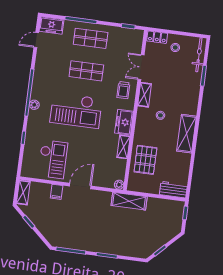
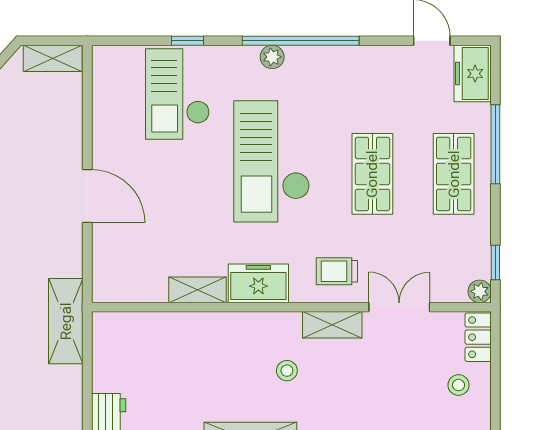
checkout: (53, 159) -> (177, 94), moved, turned 90
pallet: (145, 160) -> (173, 348), removed
plant: (119, 185) -> (480, 291), moved
filing cabinet: (57, 192) -> (65, 140), removed

